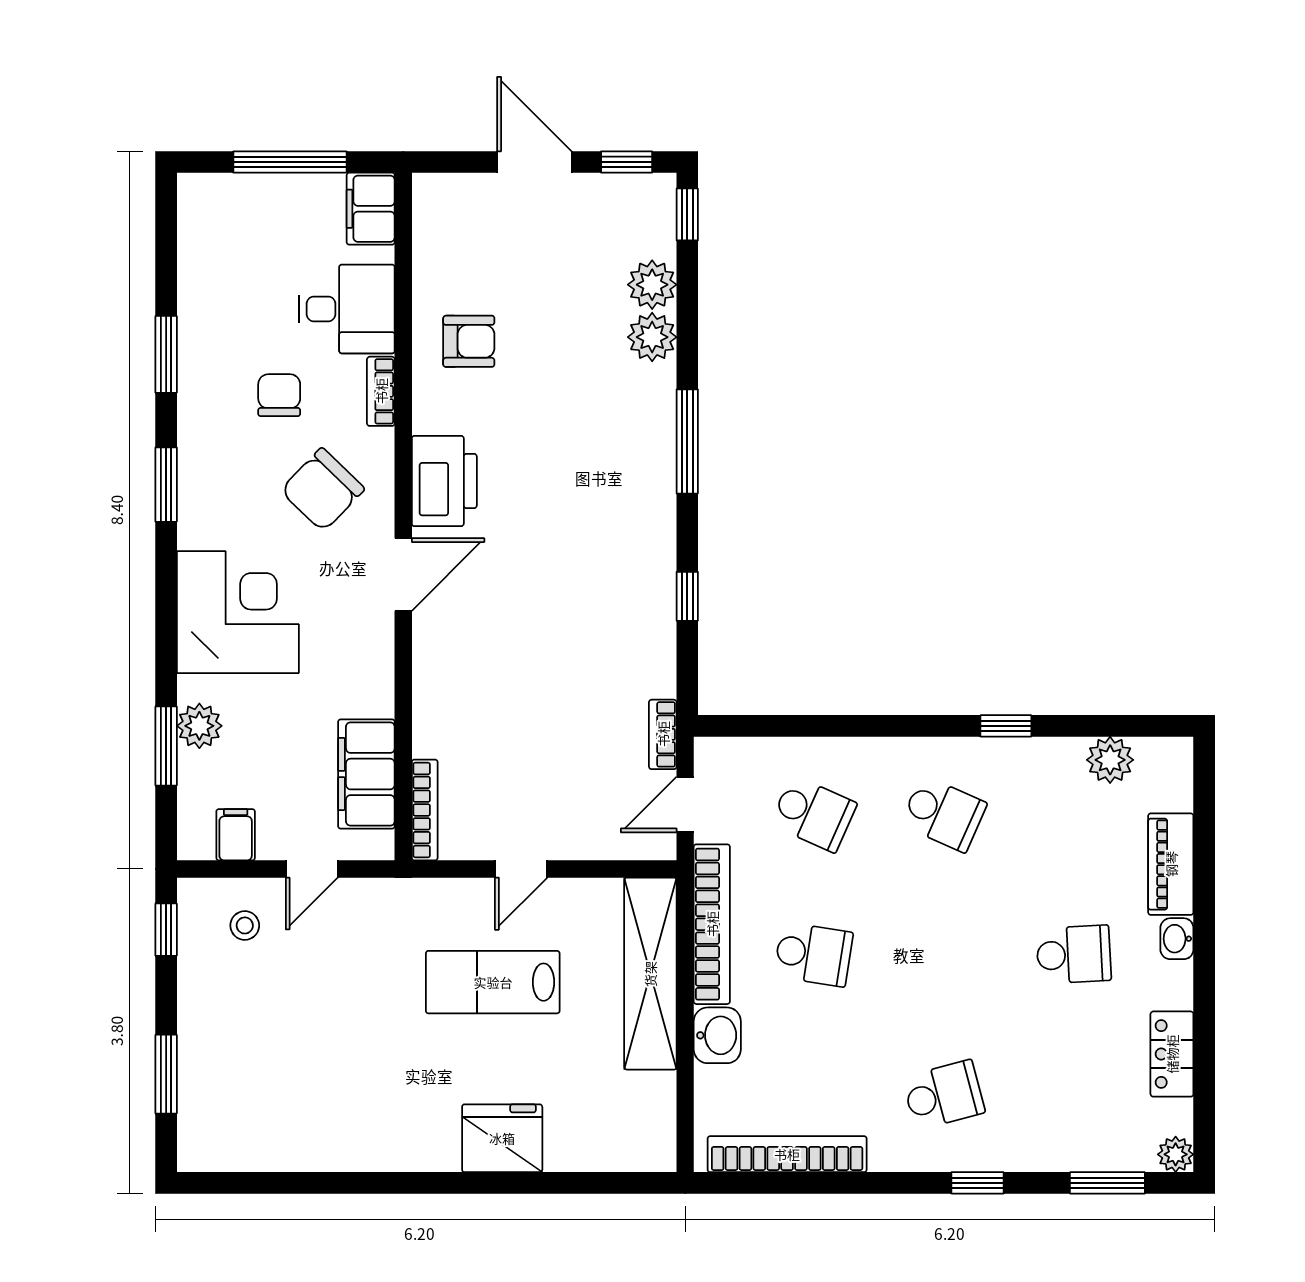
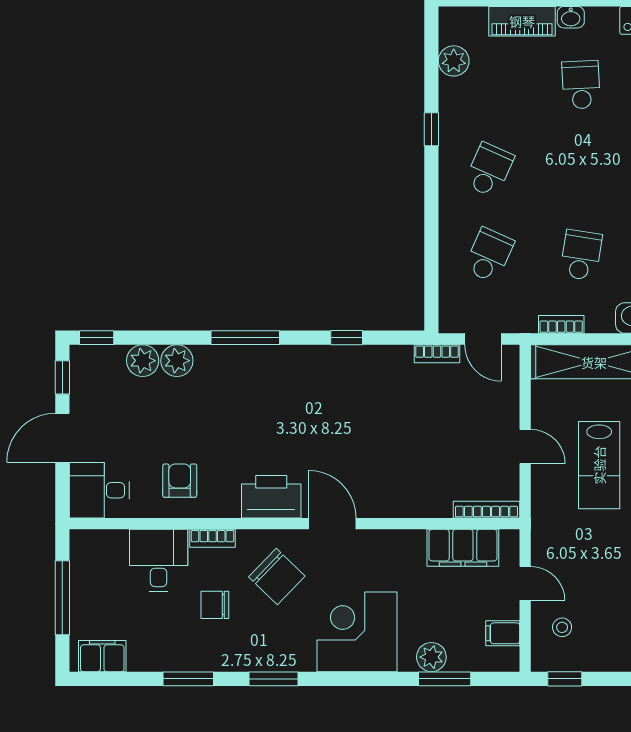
filing cabinet: (371, 209) -> (102, 656), moved, turned 180
desk: (454, 218) -> (99, 490), added
bookcase: (712, 924) -> (561, 324), width x0.43, depth x0.76

